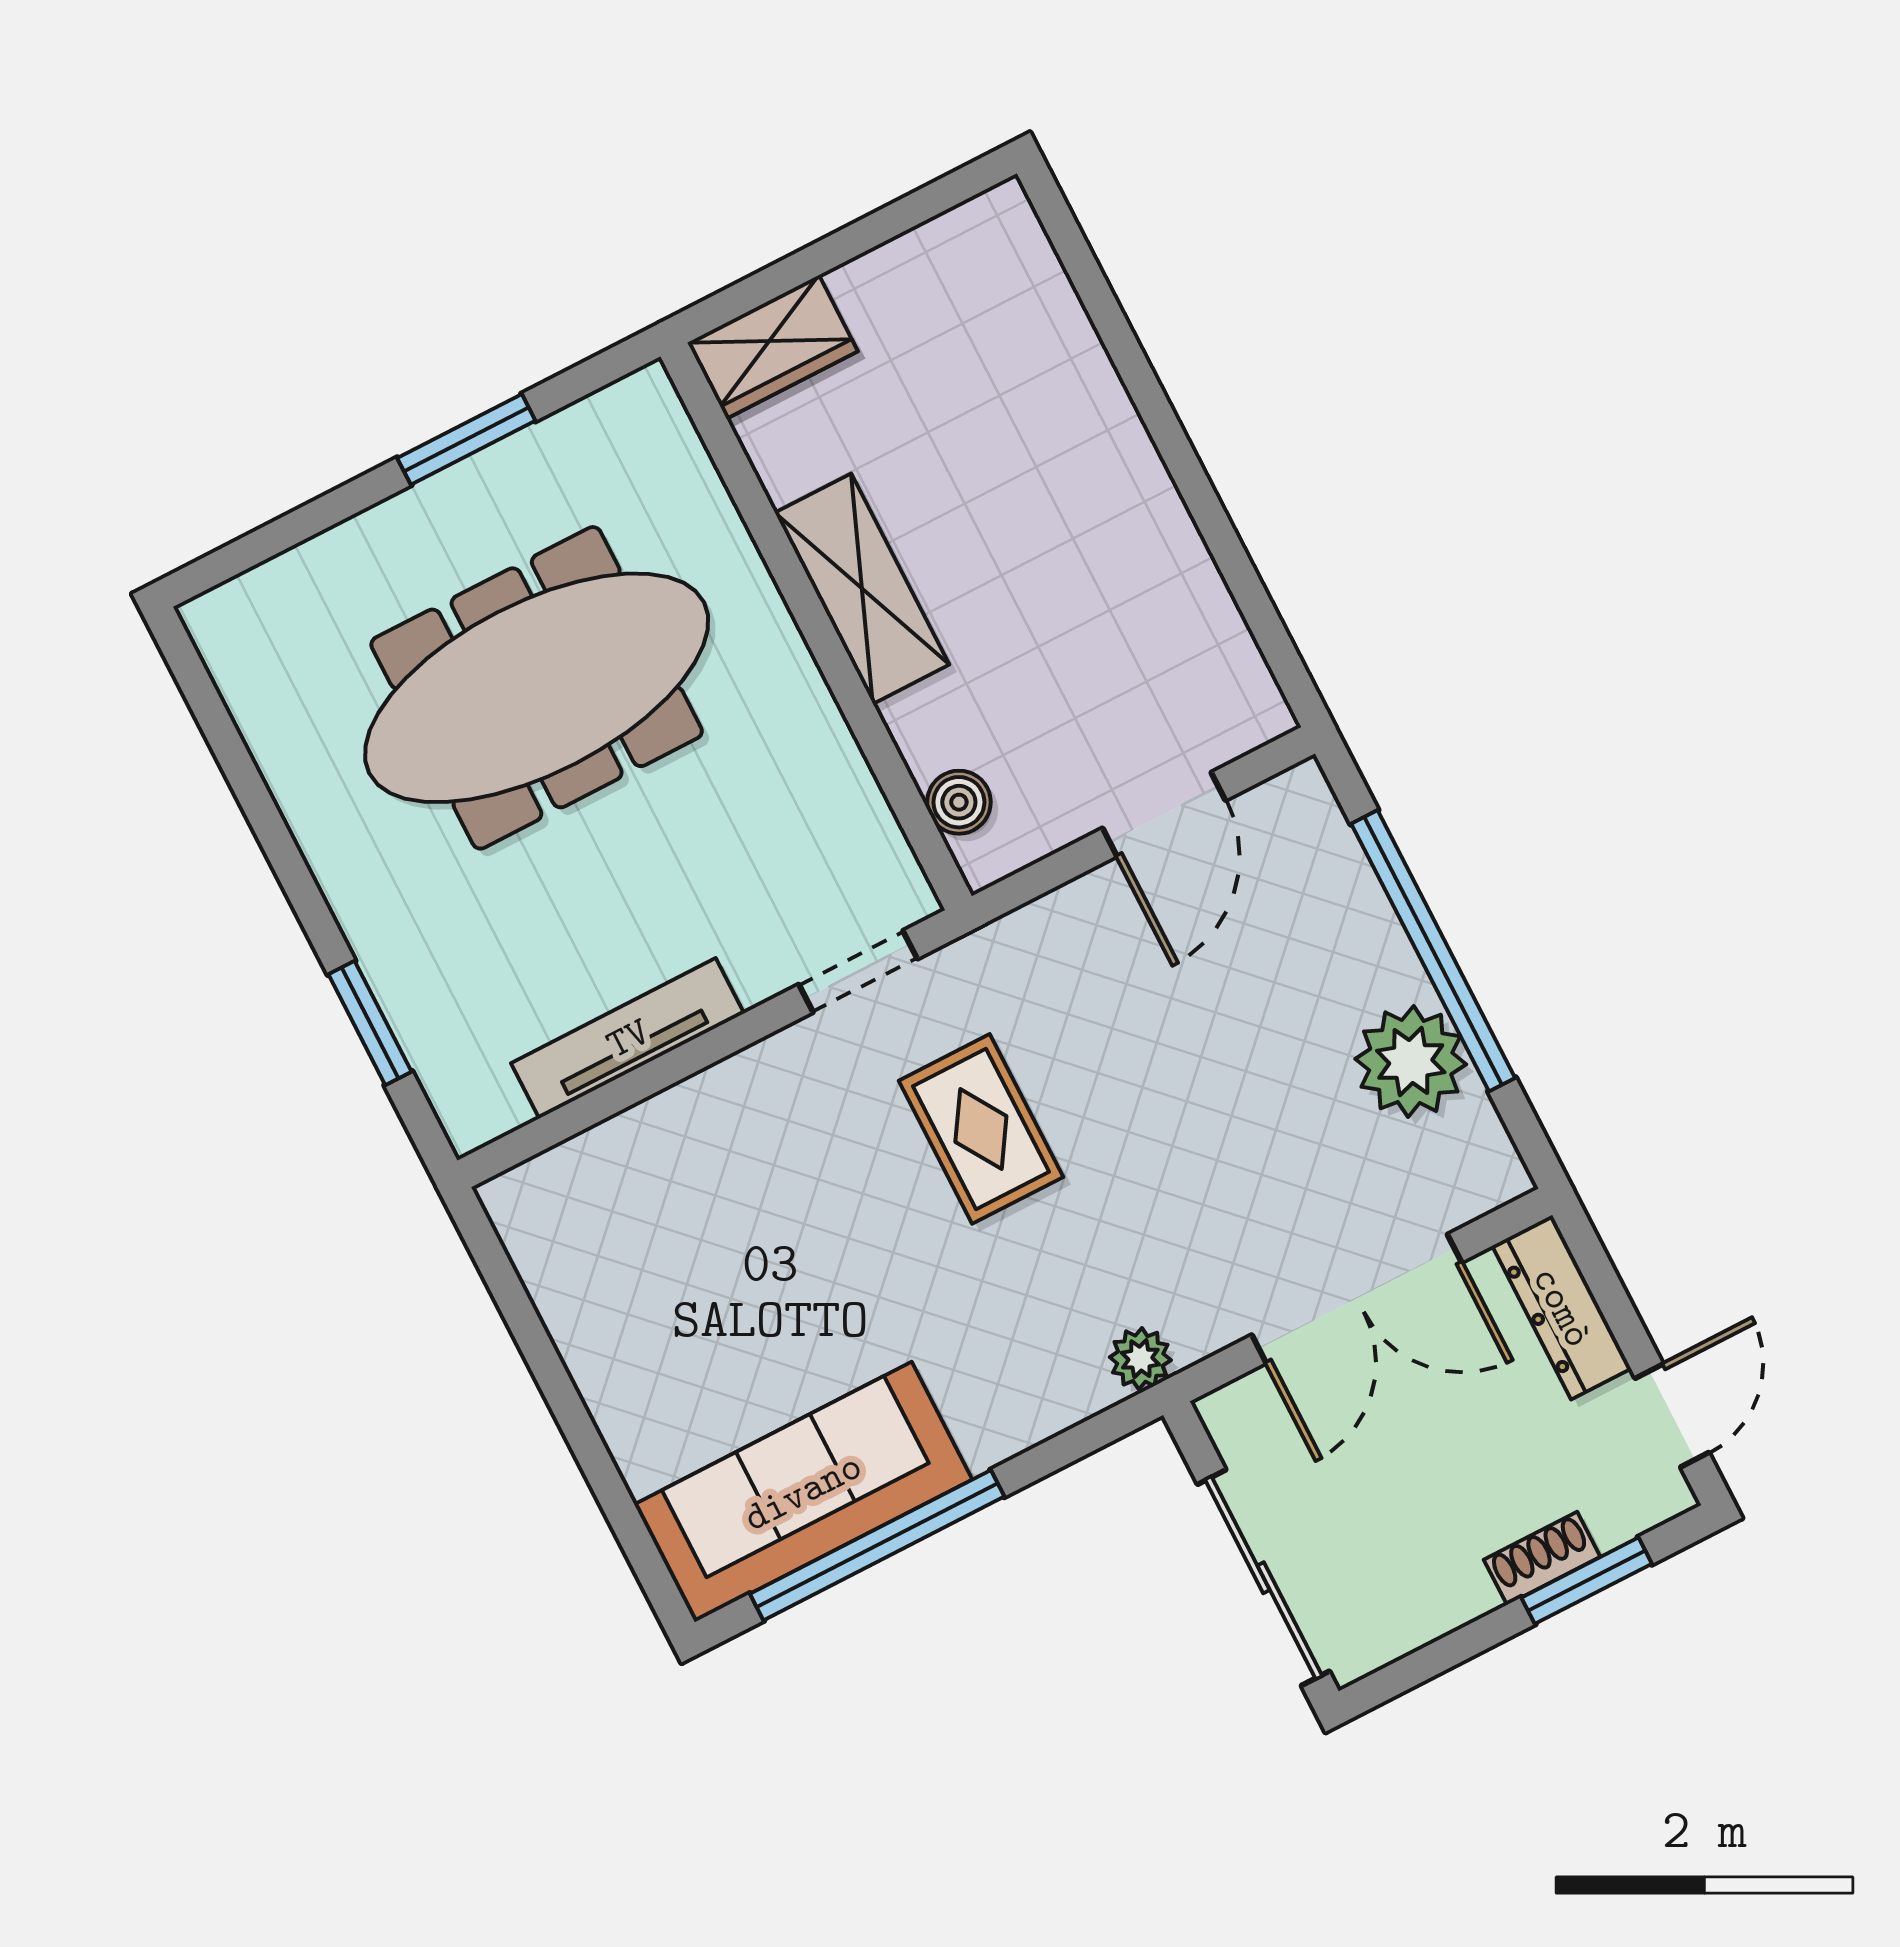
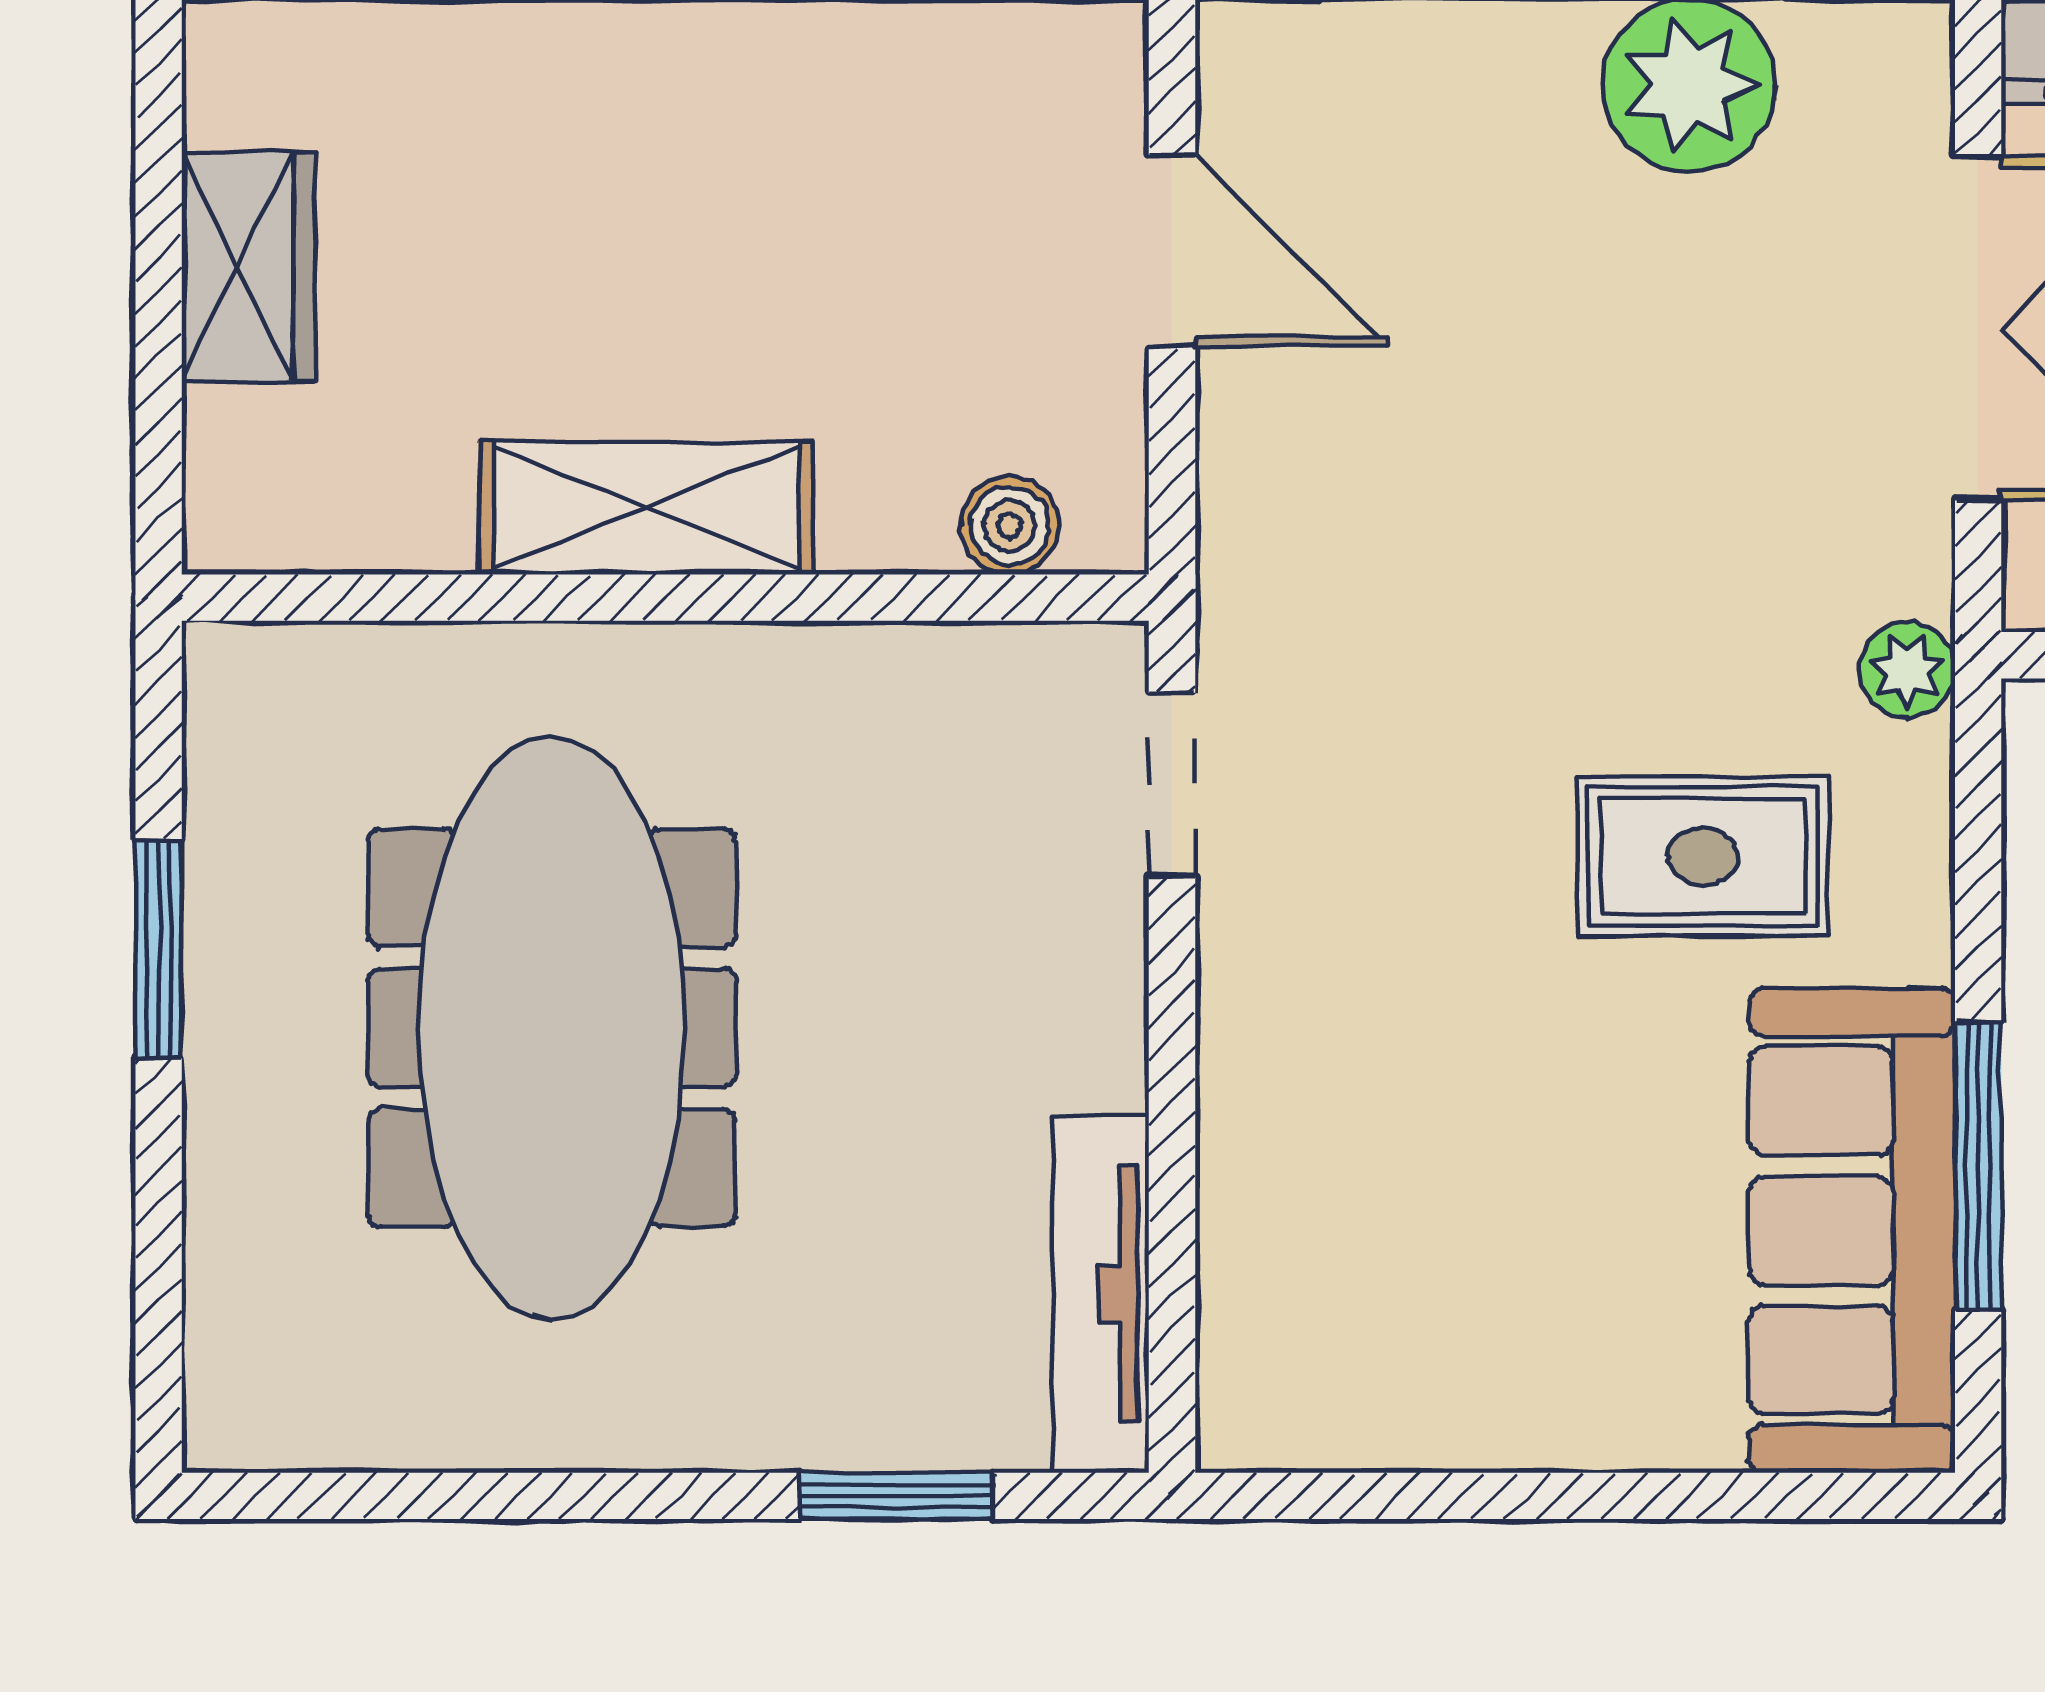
wardrobe: (773, 347) -> (248, 267), moved
tv unit: (628, 1038) -> (1101, 1294), moved
rug: (981, 1129) -> (1703, 856), moved
window: (877, 1545) -> (1978, 1166), width x0.68

